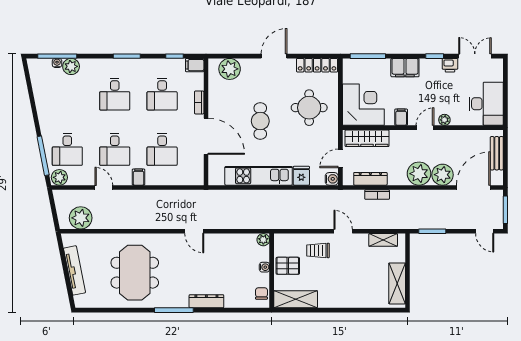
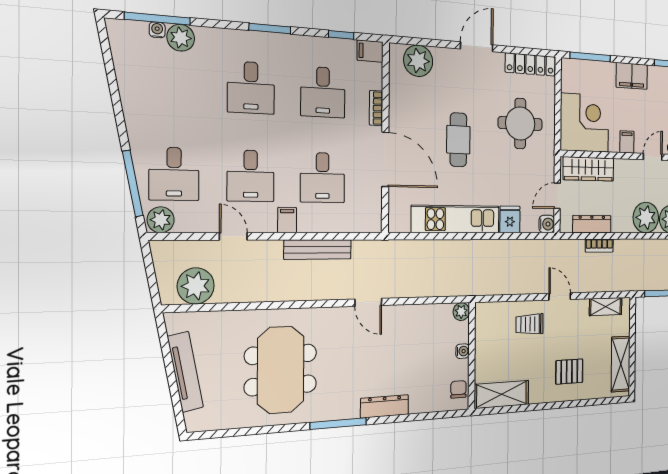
bench: (159, 196) -> (318, 250), added
pallet: (288, 266) -> (569, 372), moved

